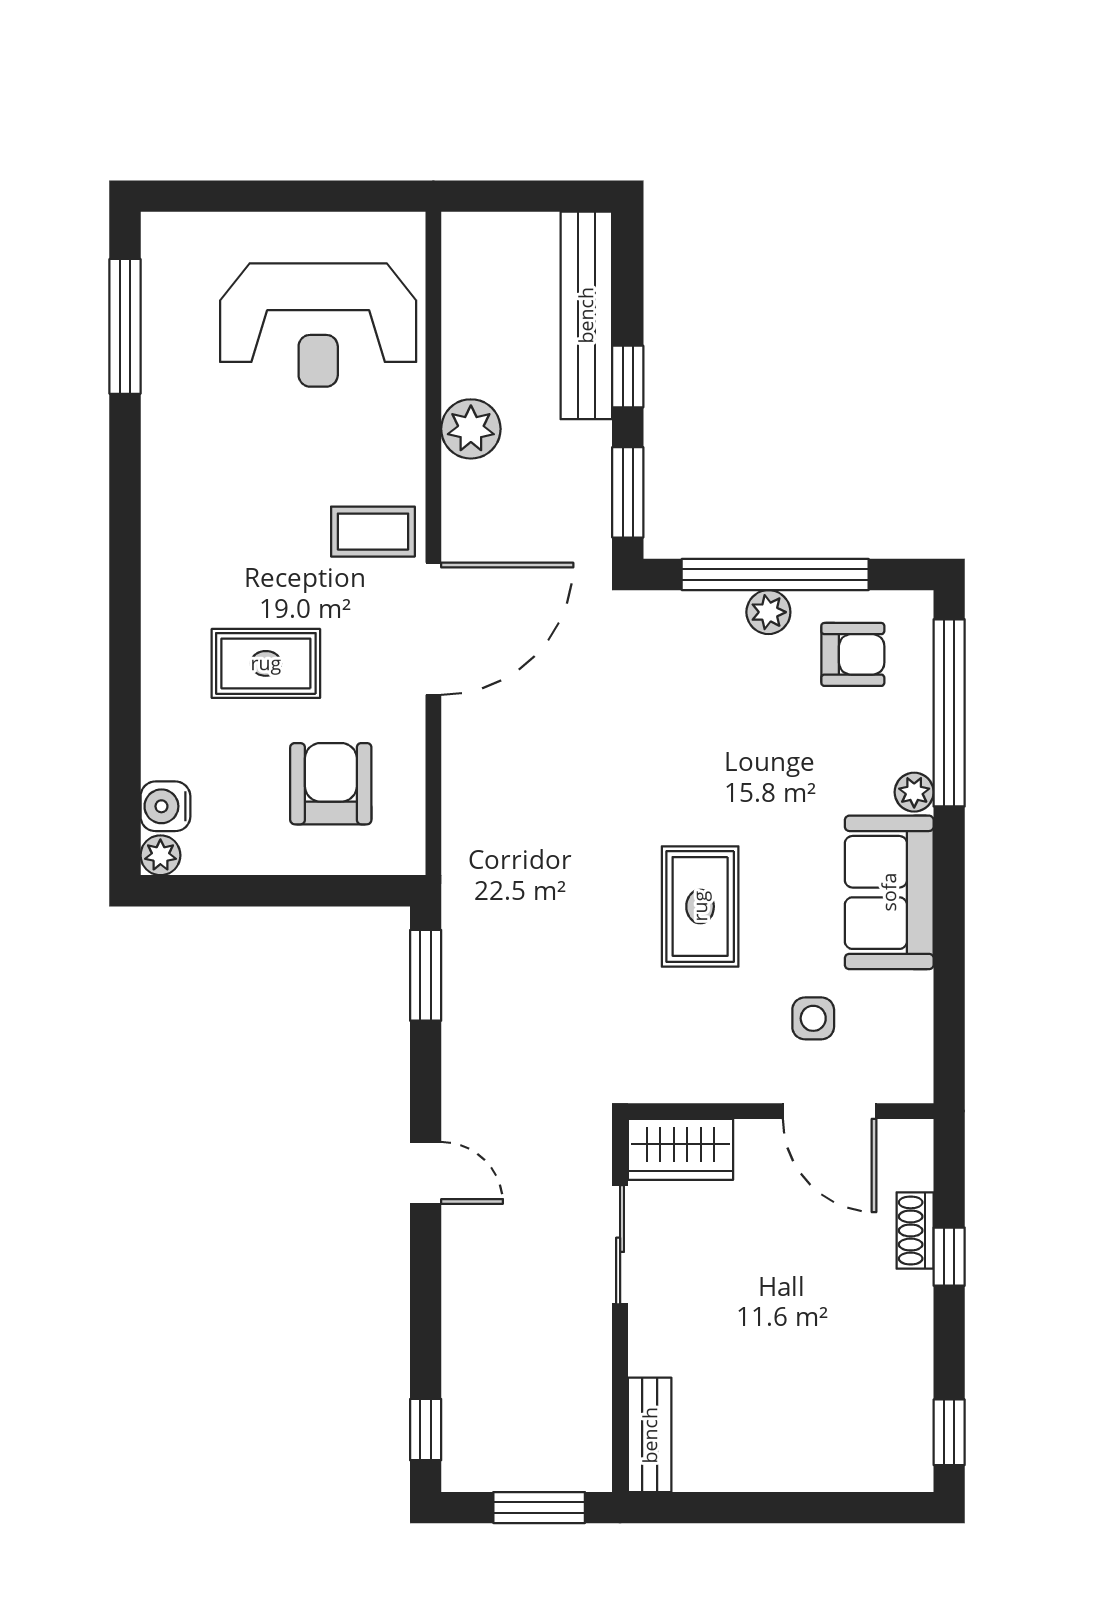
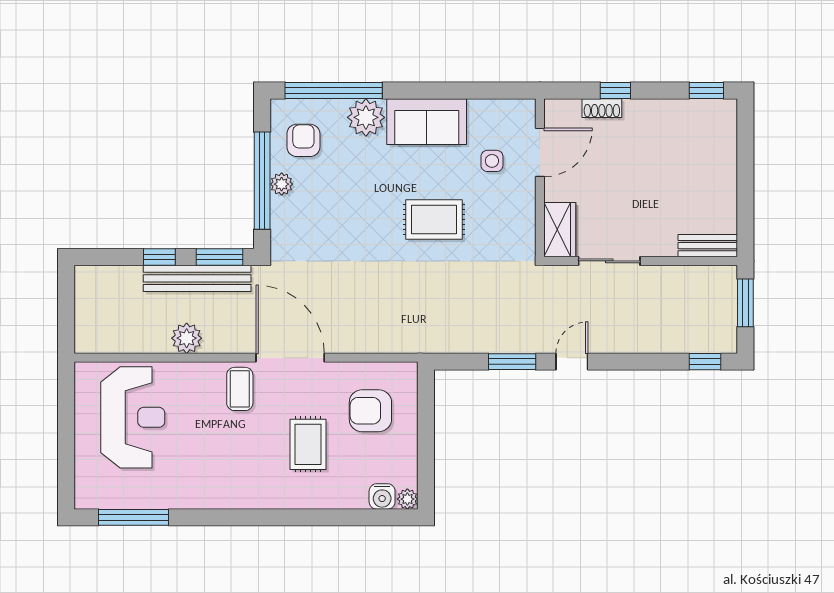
bench: (586, 315) -> (197, 278), moved
plant: (914, 792) -> (366, 117), width x1.88, depth x1.88
window: (426, 975) -> (512, 362), moved

